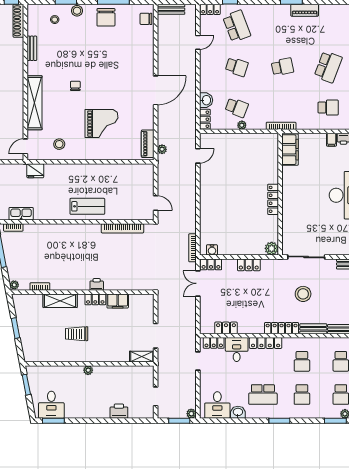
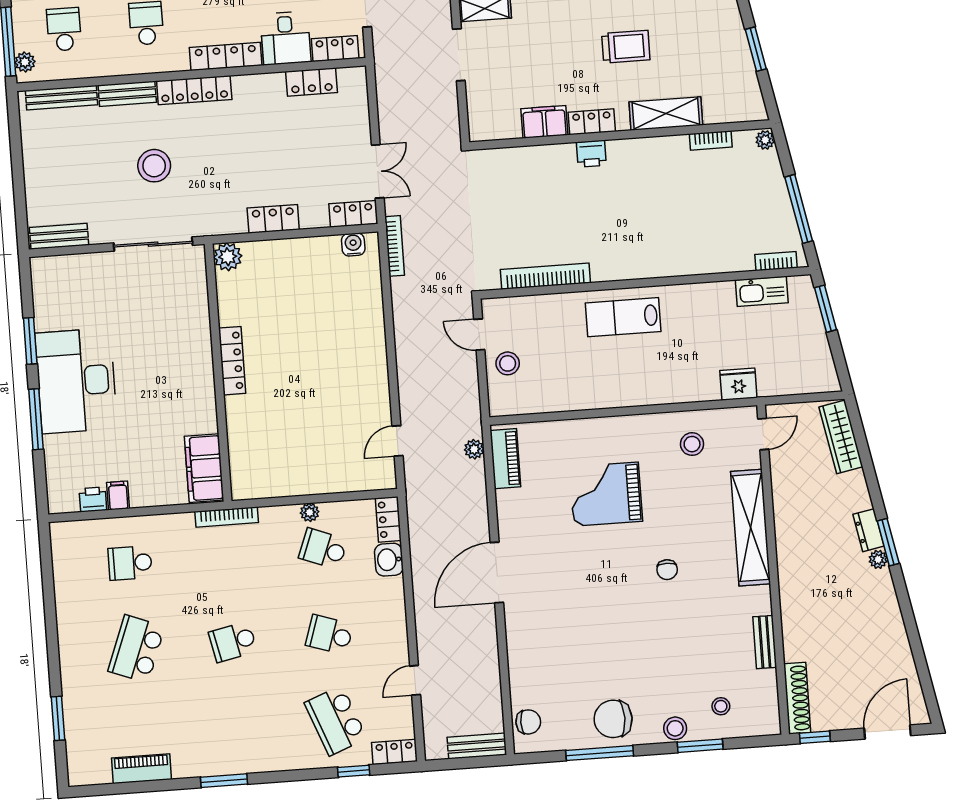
piano: (305, 10) -> (142, 769), moved
chair: (106, 17) -> (613, 719), turned -90
stool: (143, 189) -> (508, 363), added

